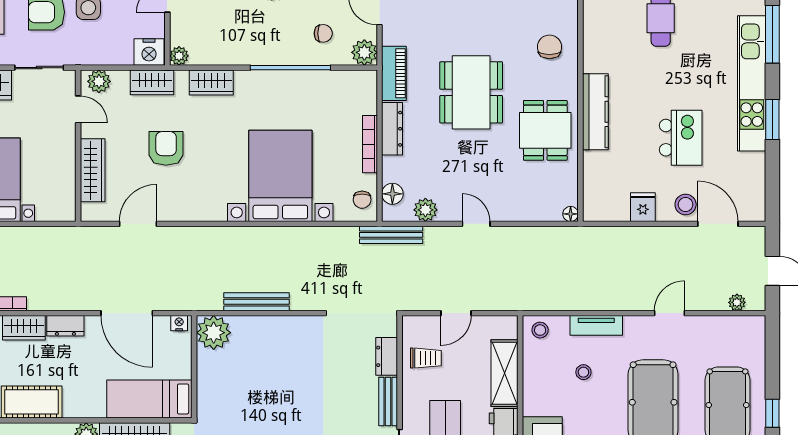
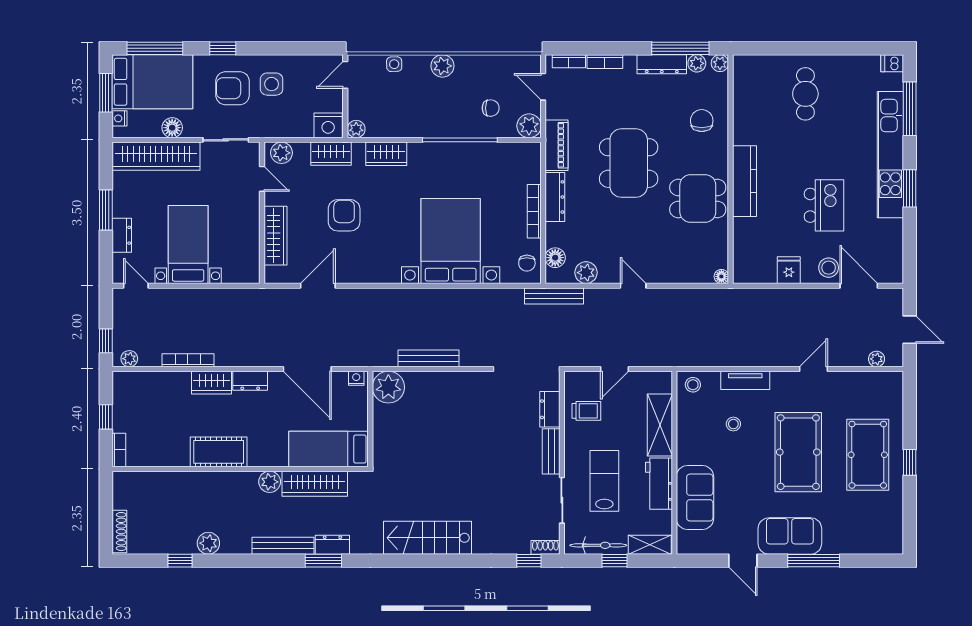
dining table: (545, 130) -> (698, 199), turned 90

